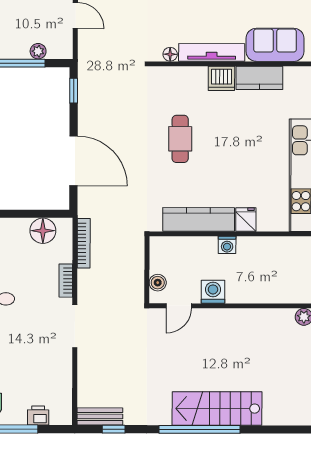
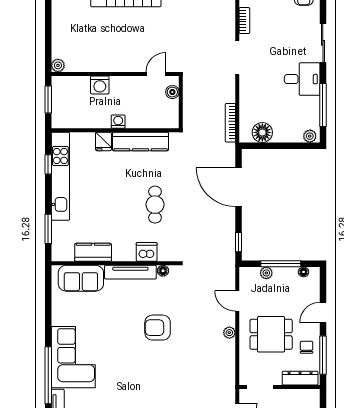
dishwasher: (221, 78) -> (147, 252), moved
bookcase: (66, 281) -> (244, 21), moved
washing machine: (213, 292) -> (100, 85), moved

